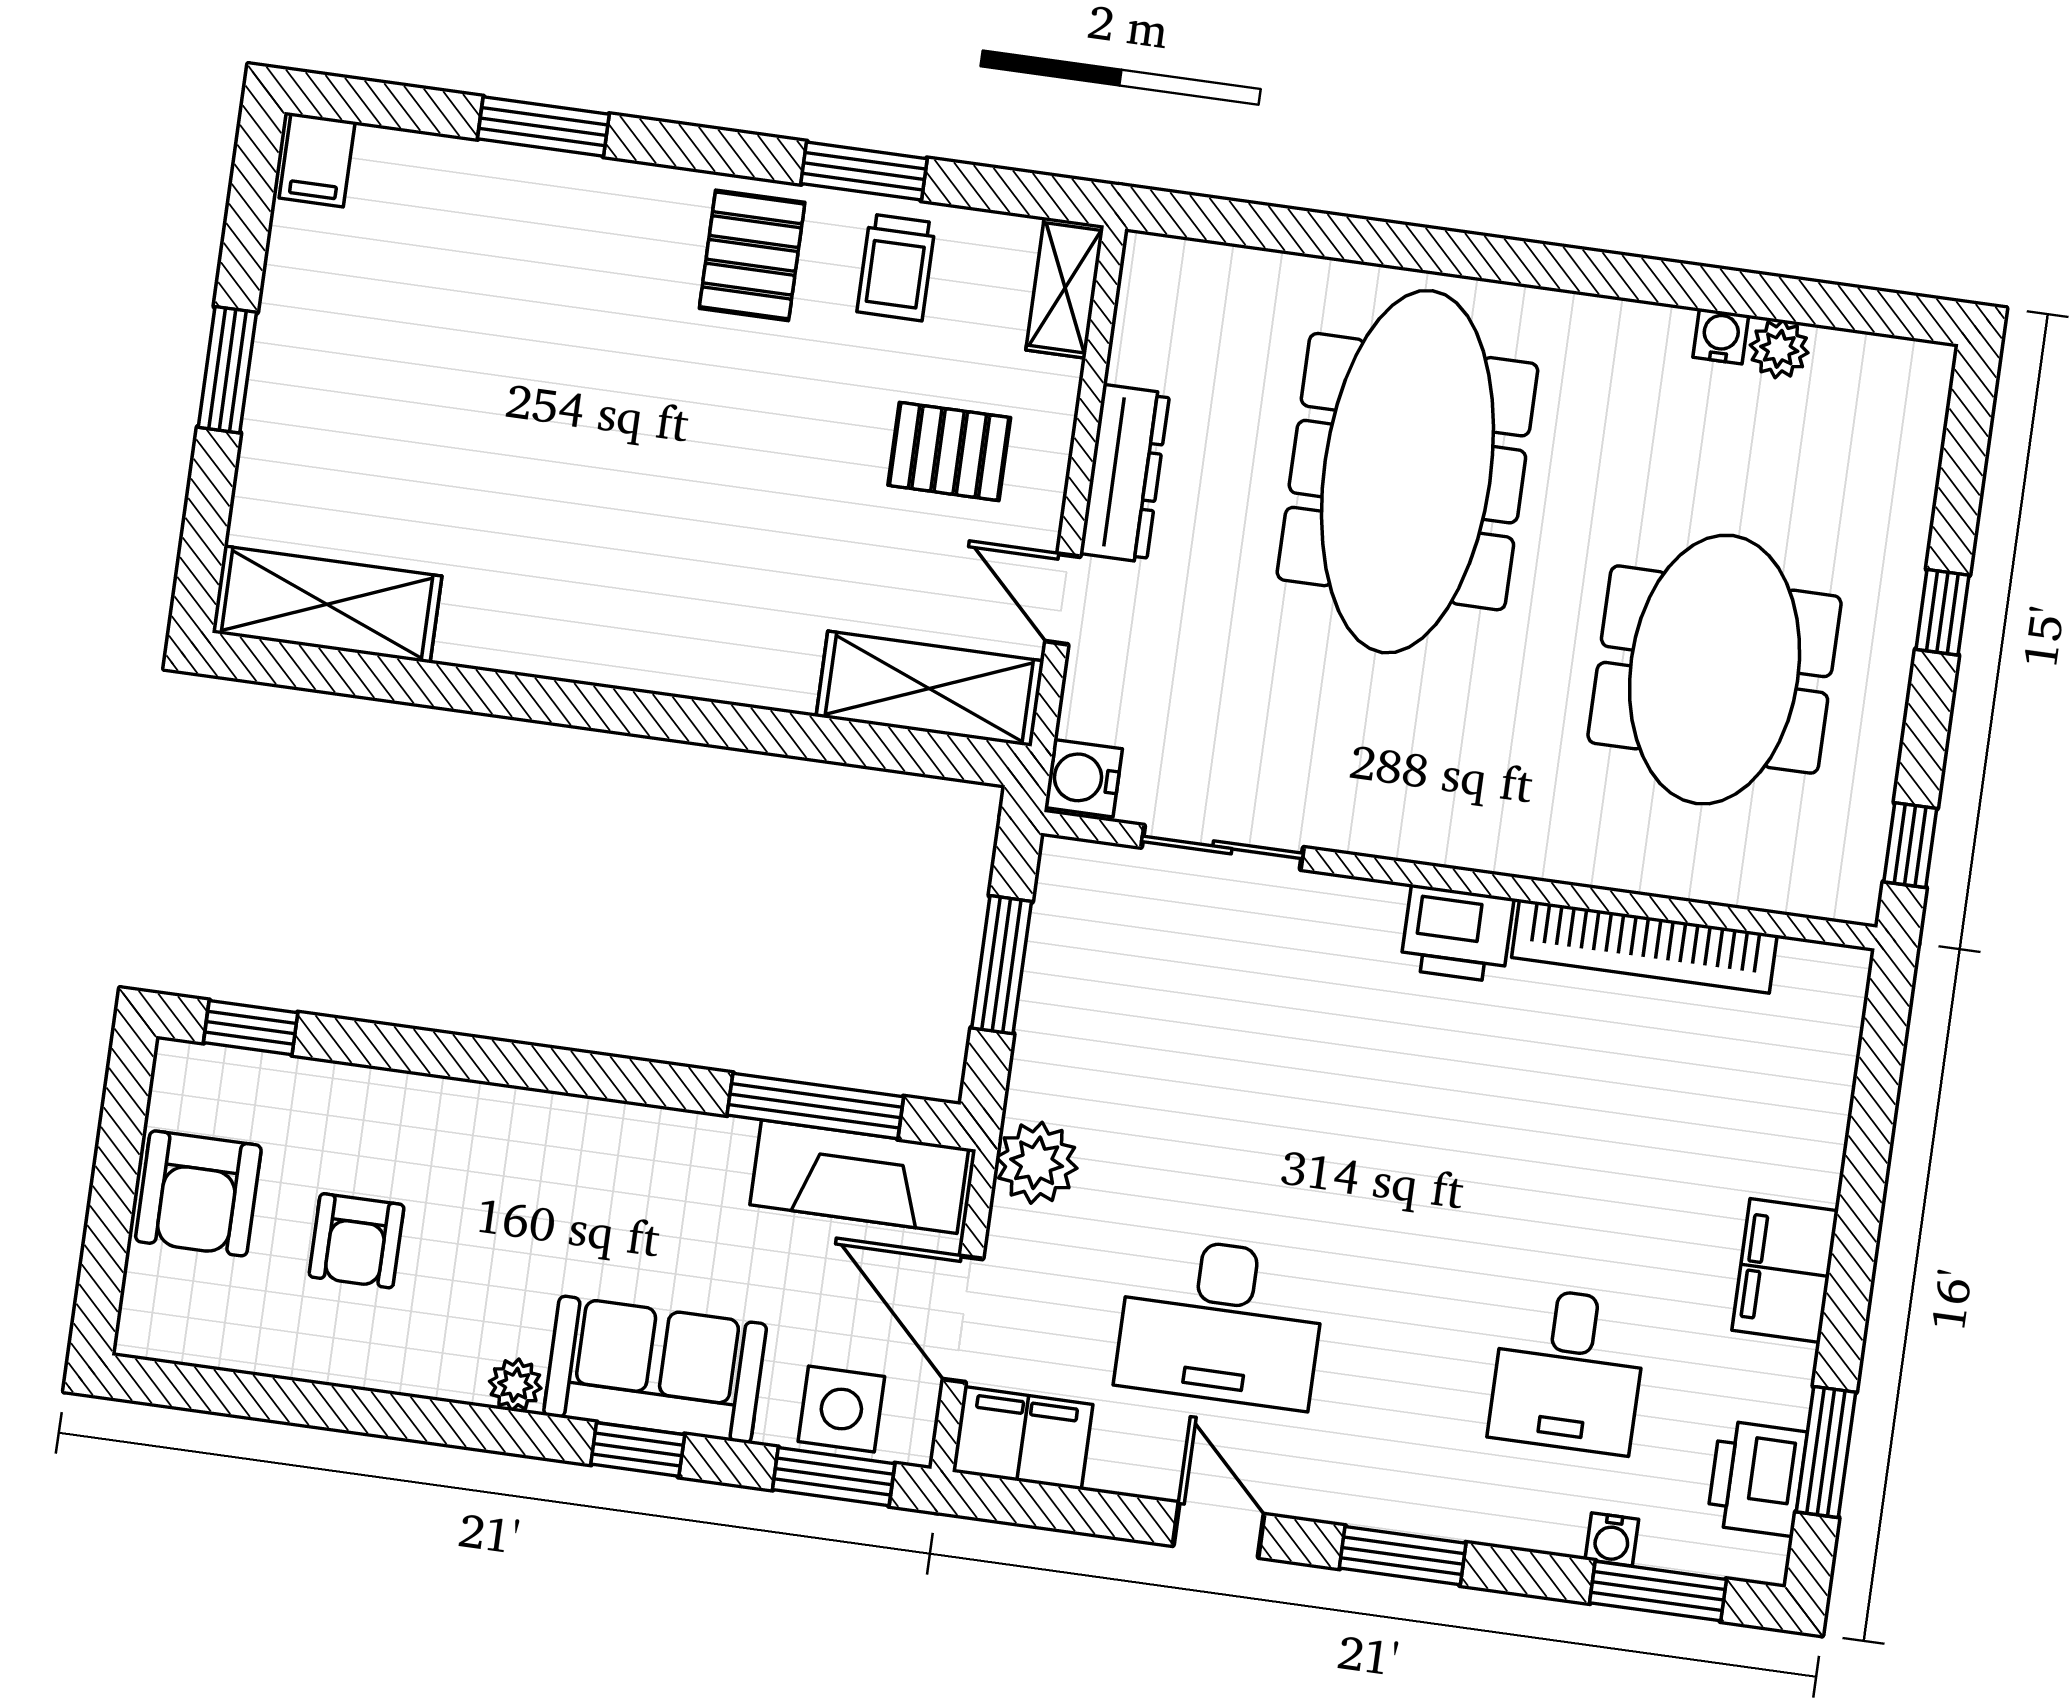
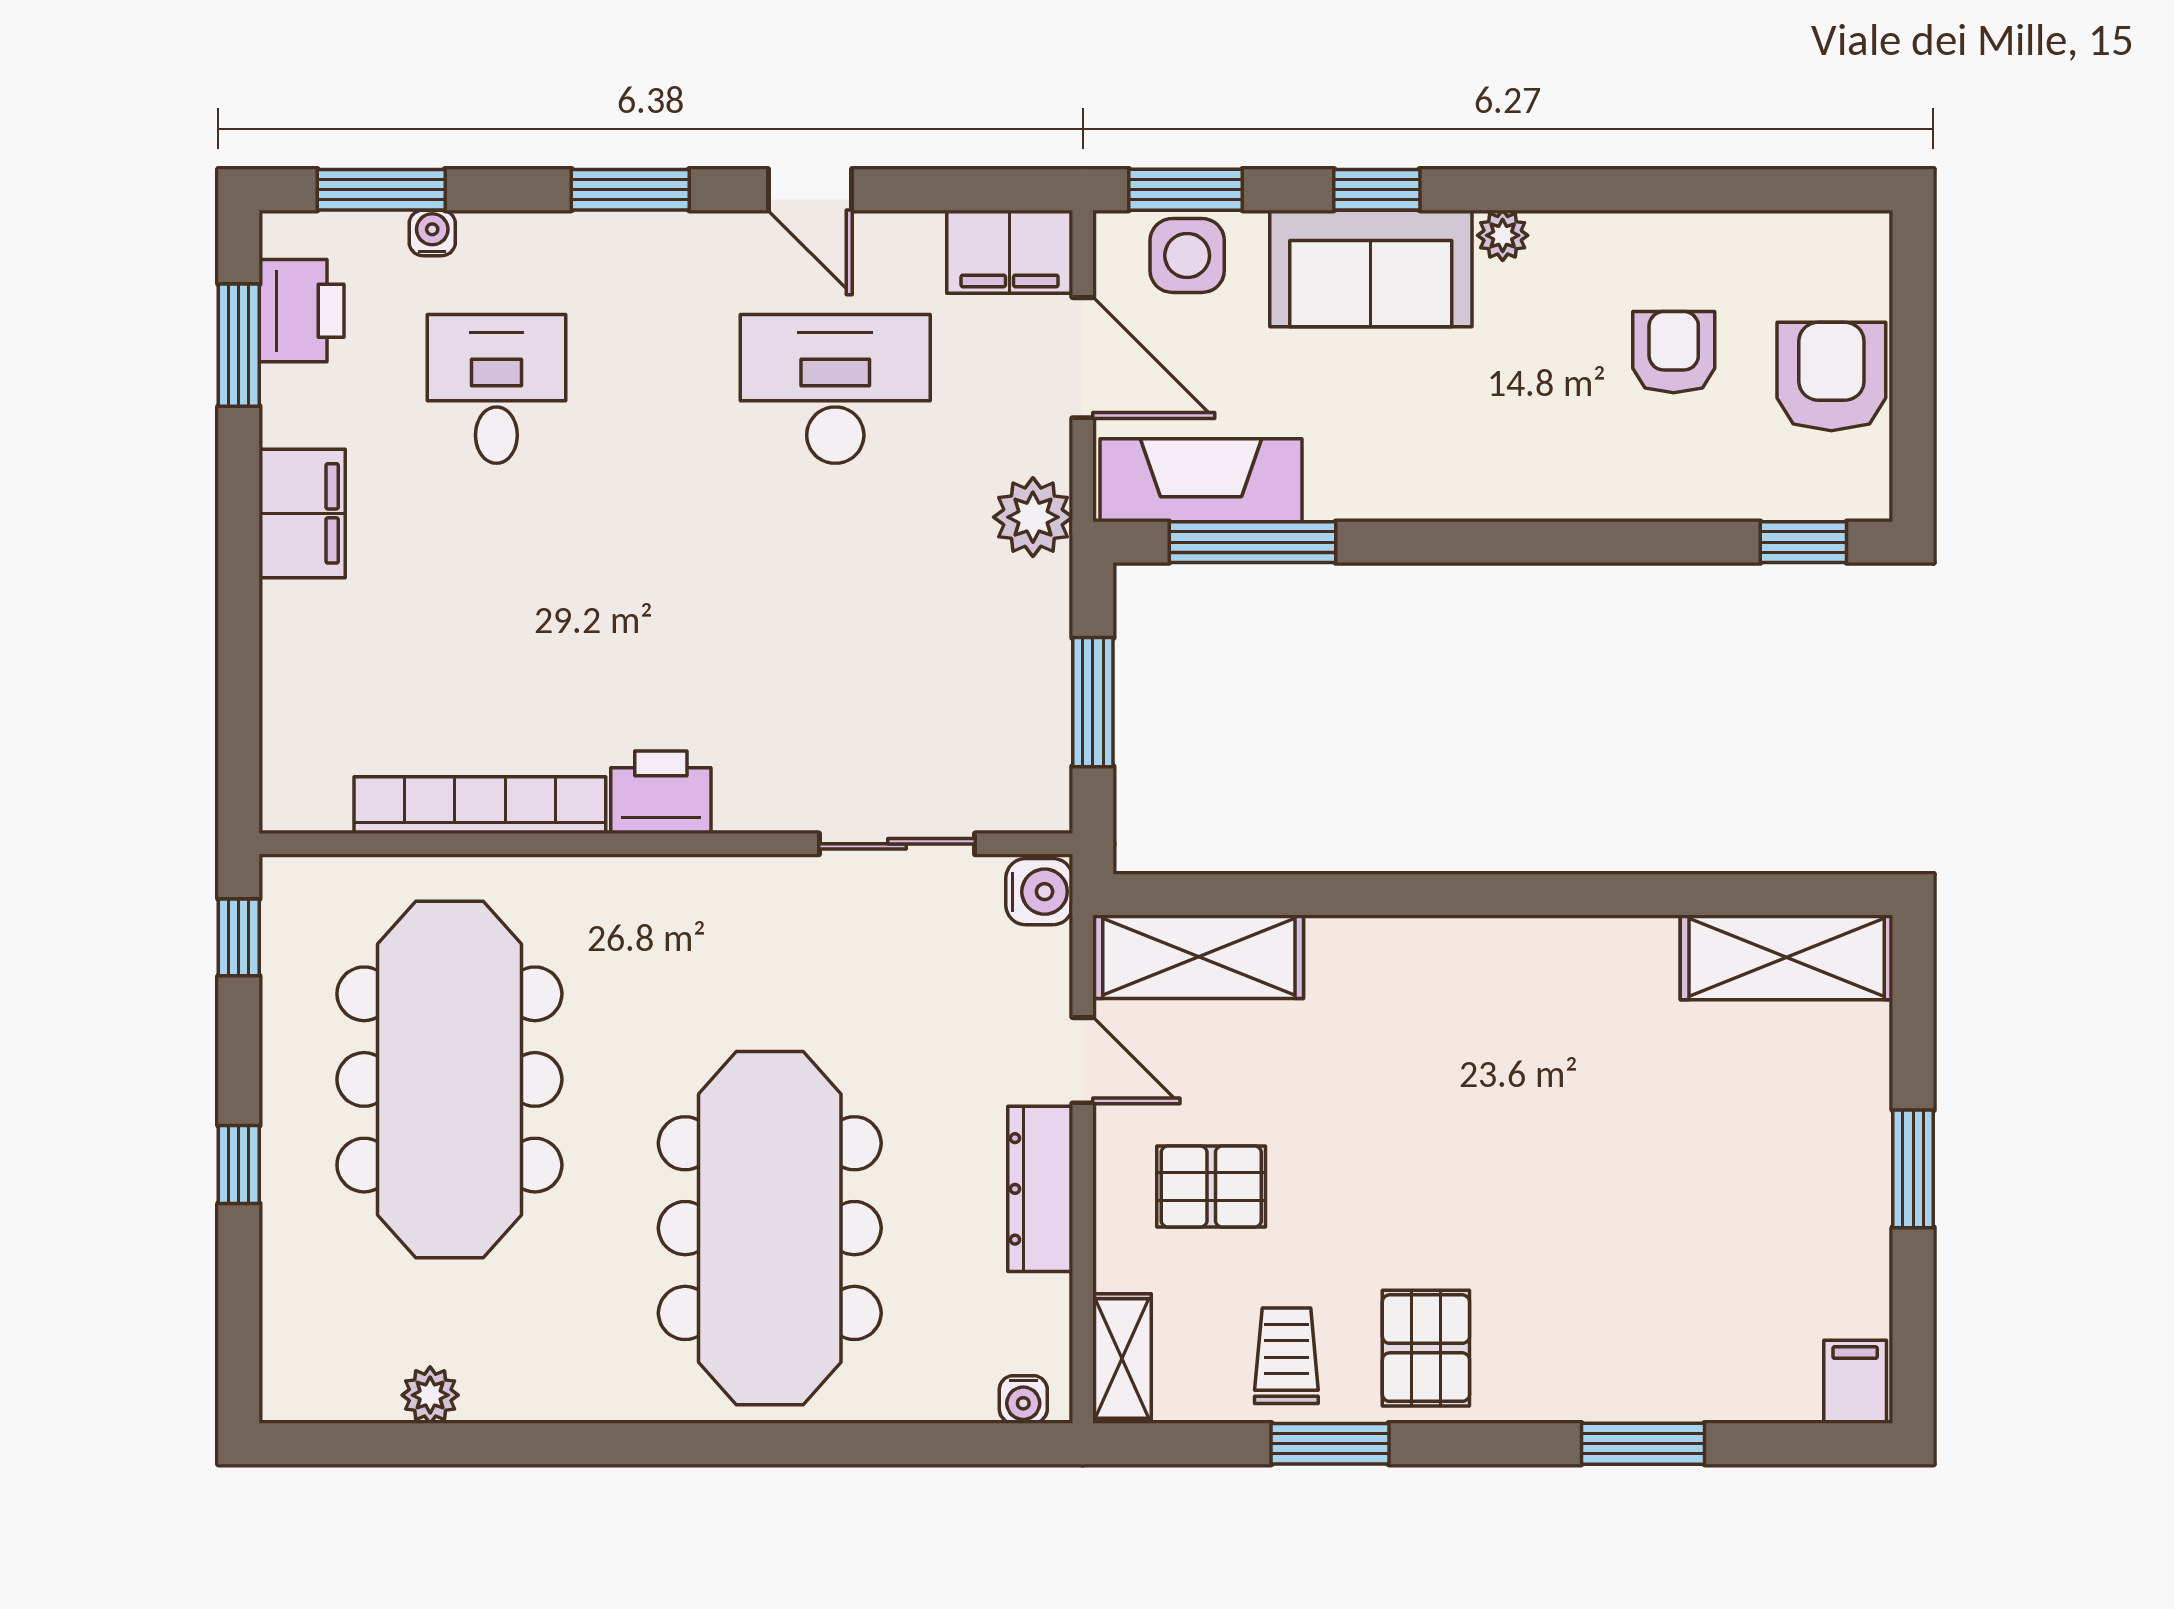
water cooler: (1721, 336) -> (1023, 1399), moved
meeting table: (1715, 670) -> (449, 1079), width x1.36

